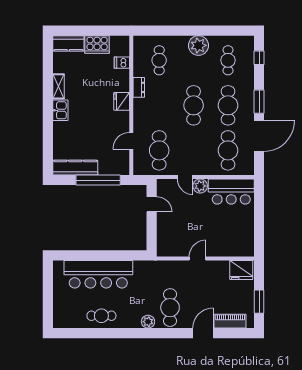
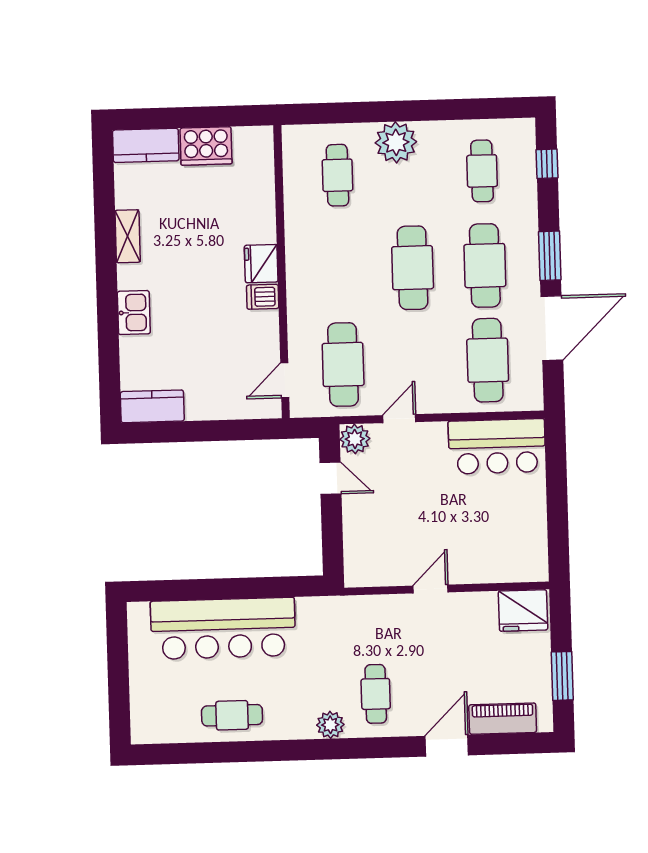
plant: (198, 45) -> (396, 142), moved
dishwasher: (122, 63) -> (263, 297), moved
dresser: (139, 87) -> (296, 233), removed
kitchen sink: (60, 110) -> (134, 313), moved
door: (131, 141) -> (285, 380), moved
kitchen counter: (75, 168) -> (152, 406), width x0.67
door: (185, 177) -> (399, 419), swing flipped
window: (98, 180) -> (217, 431), removed
plant: (200, 186) -> (355, 439), moved
cafe table: (170, 308) -> (376, 694), width x0.73, depth x0.74

